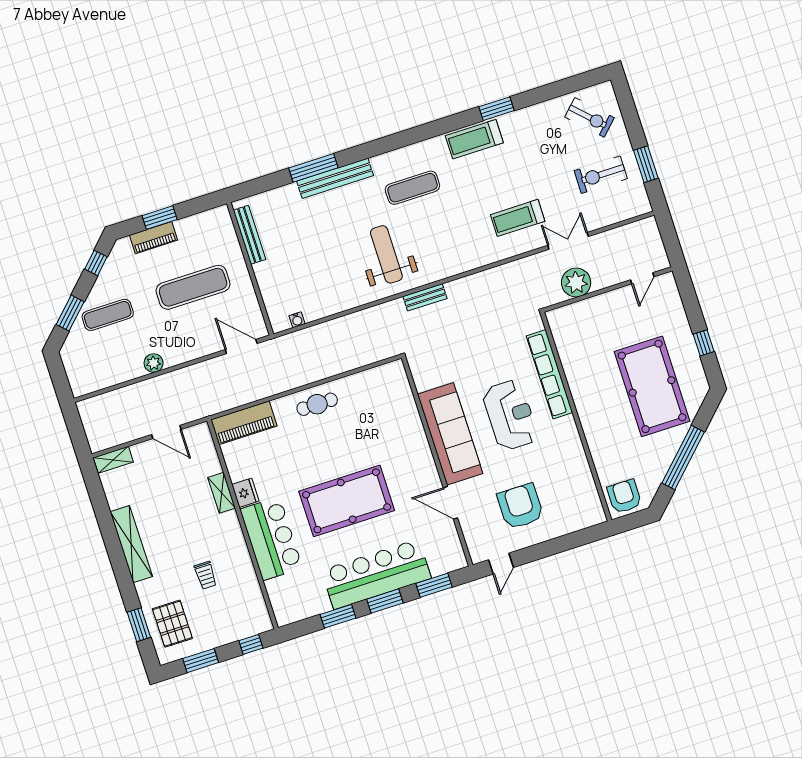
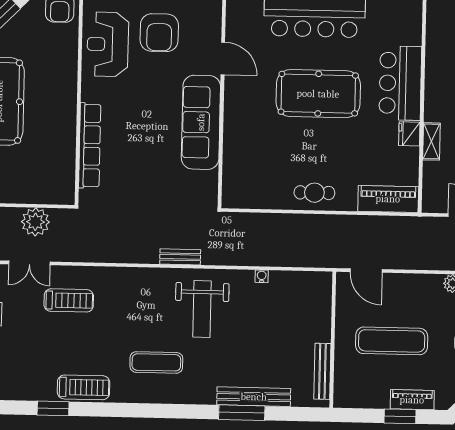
bench: (335, 178) -> (254, 397), moved
water cooler: (297, 320) -> (262, 276), moved
reception desk: (510, 415) -> (108, 44), moved

